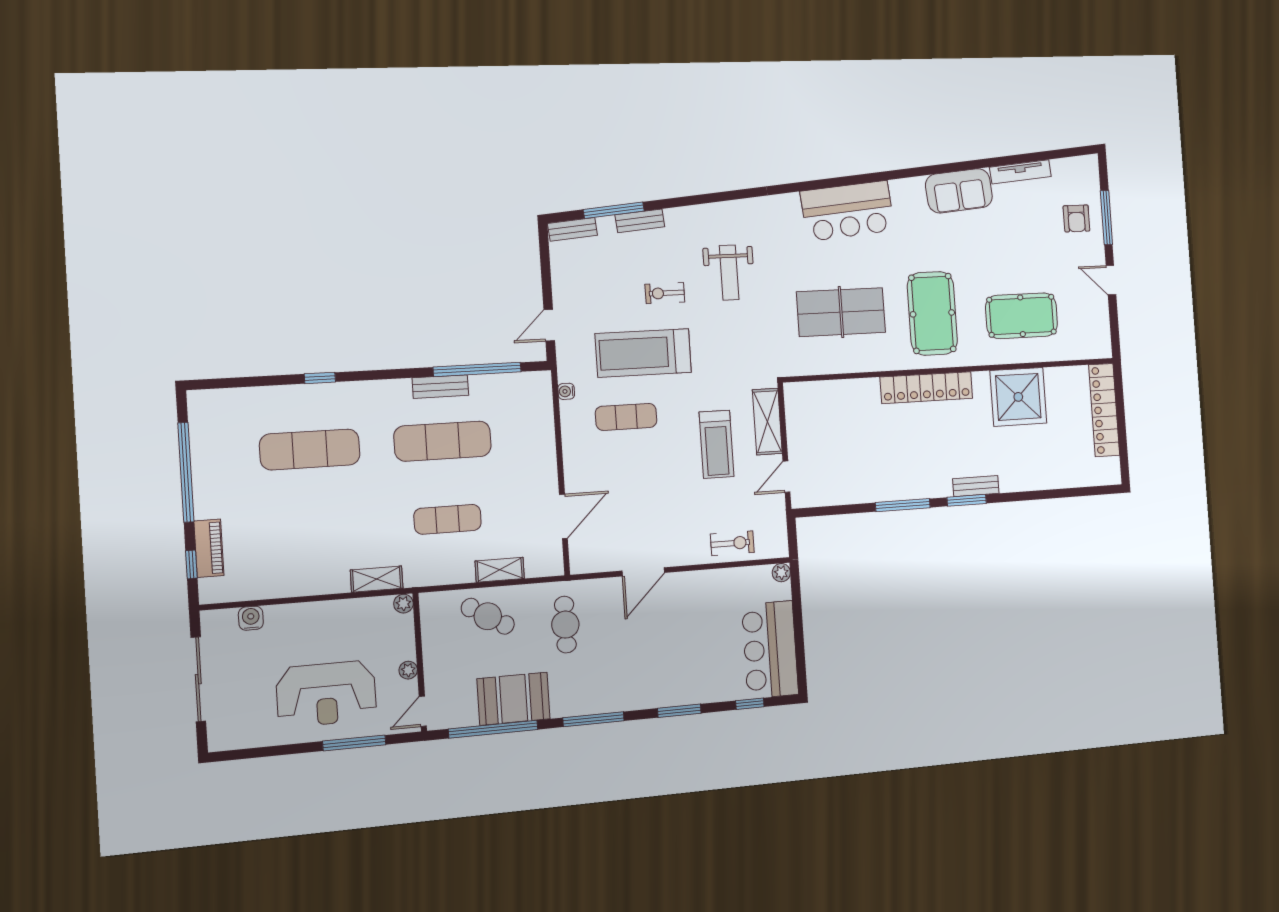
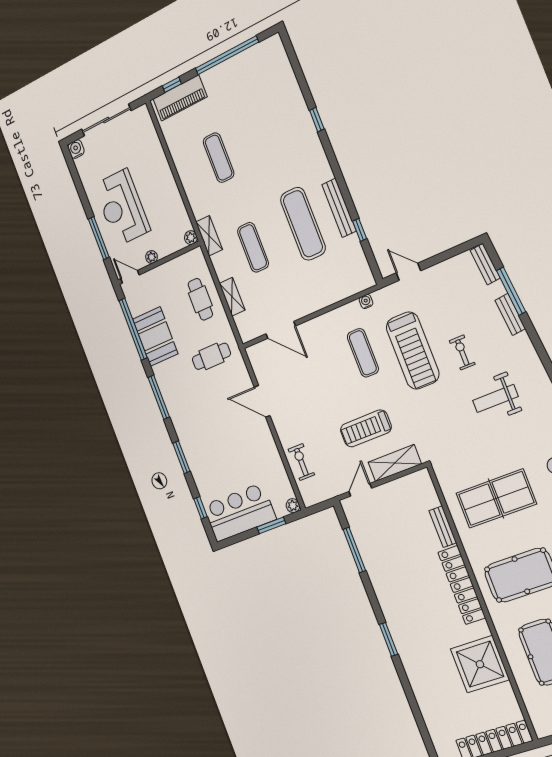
table tennis table: (841, 312) -> (496, 499), turned 90
treadmill: (643, 353) -> (413, 351), turned 180
window: (477, 369) -> (360, 230), width x0.32
bench: (440, 387) -> (339, 208), width x1.36
exercise mat: (310, 449) -> (219, 158), moved, width x0.73, depth x0.69
door: (786, 477) -> (360, 490), hinge flipped
bench: (976, 486) -> (443, 527), moved
window: (903, 505) -> (354, 550), moved
exercise bike: (732, 543) -> (301, 462), turned 180
piano: (209, 548) -> (180, 98), width x1.37, depth x1.33
shelving: (377, 579) -> (209, 236), moved
window: (797, 610) -> (271, 525), added
cafe table: (488, 616) -> (200, 299), turned -31
water cooler: (251, 618) -> (76, 149), moved, turned -90

